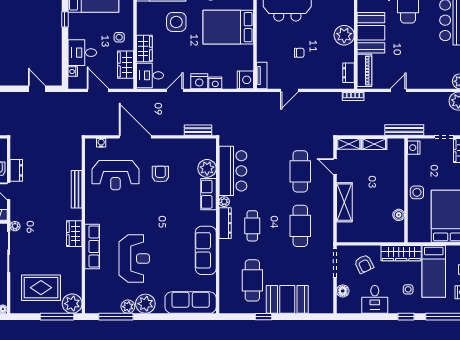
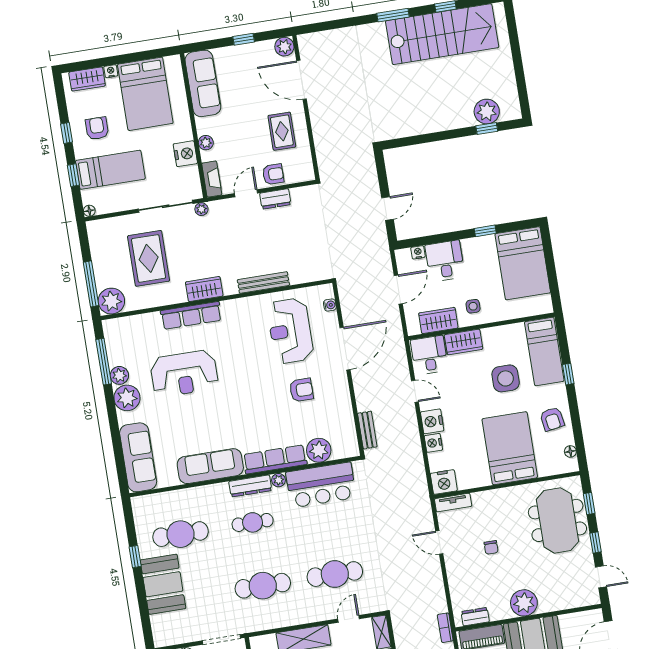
row of seats: (209, 194) -> (275, 459), width x1.48
rug: (41, 288) -> (149, 258), moved

